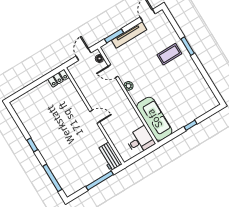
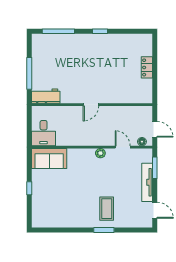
door: (113, 71) -> (123, 147), hinge flipped
locker: (58, 78) -> (147, 67), moved
sofa: (154, 119) -> (49, 158), width x0.73

